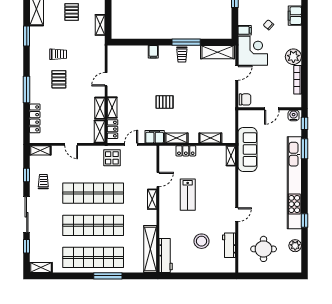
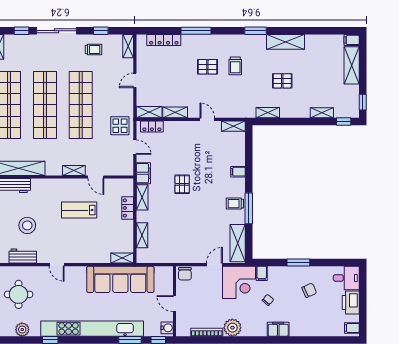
door: (237, 73) -> (214, 265), swing flipped
shelving: (112, 108) -> (233, 126), moved
sofa: (247, 149) -> (120, 279), width x1.36, depth x1.27

